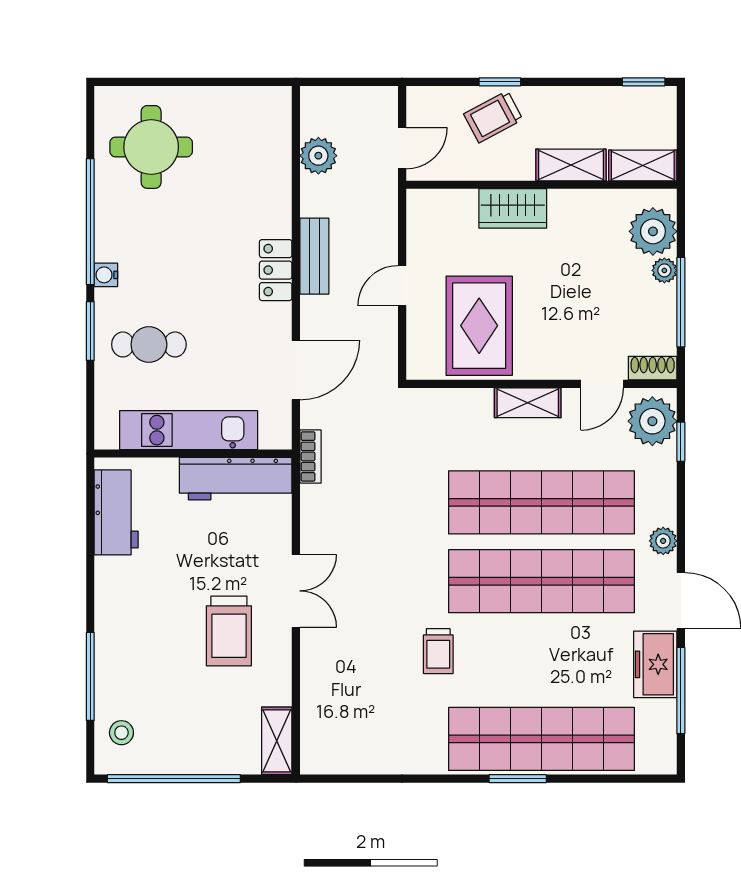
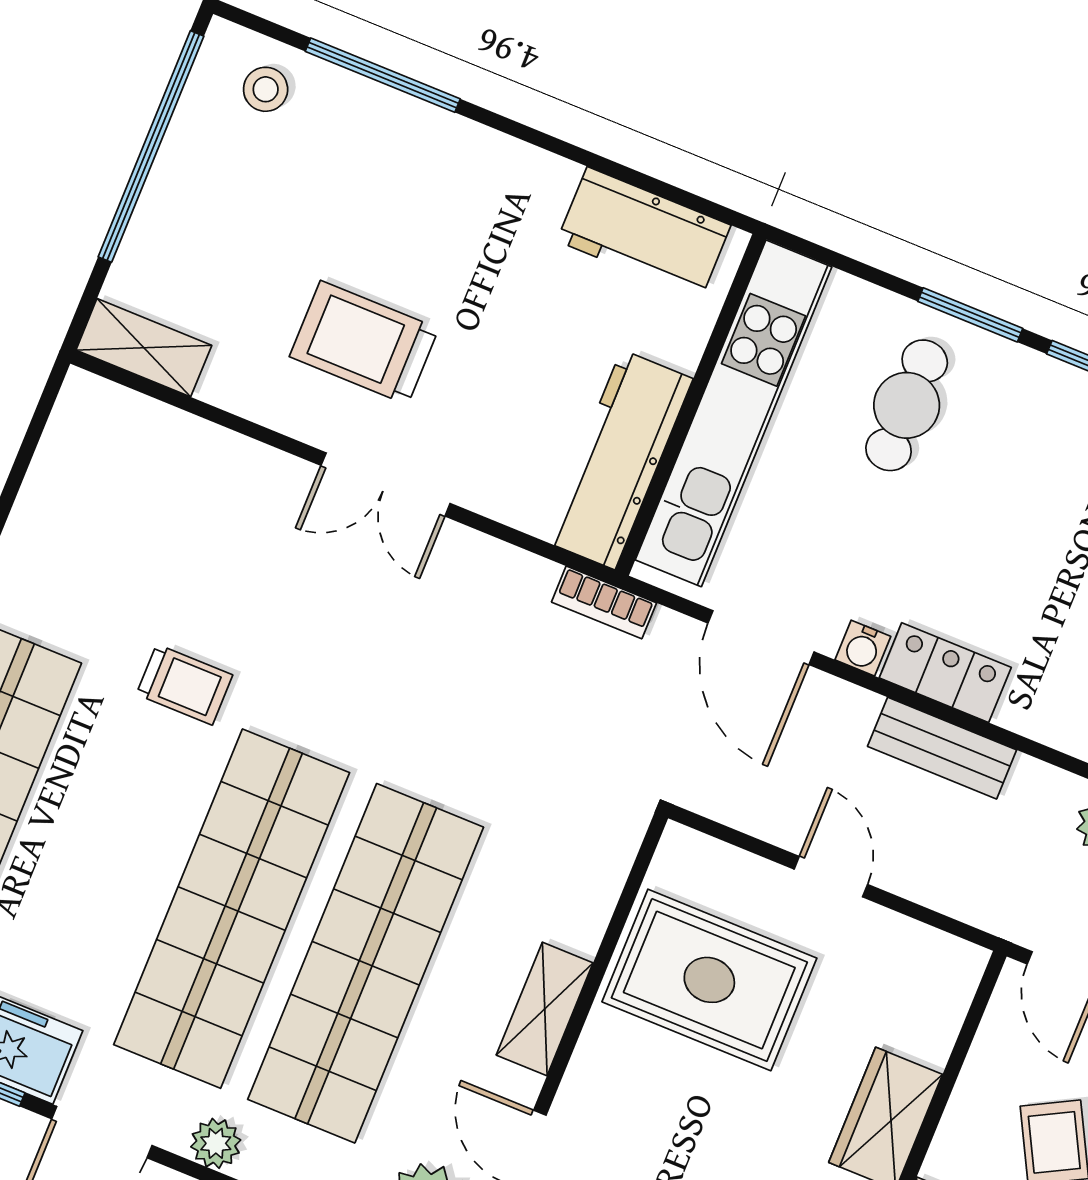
water cooler: (106, 275) -> (863, 648), moved, turned 180
kitchen unit: (189, 430) -> (734, 413), width x1.36
trolley: (438, 651) -> (184, 685), turned 180

